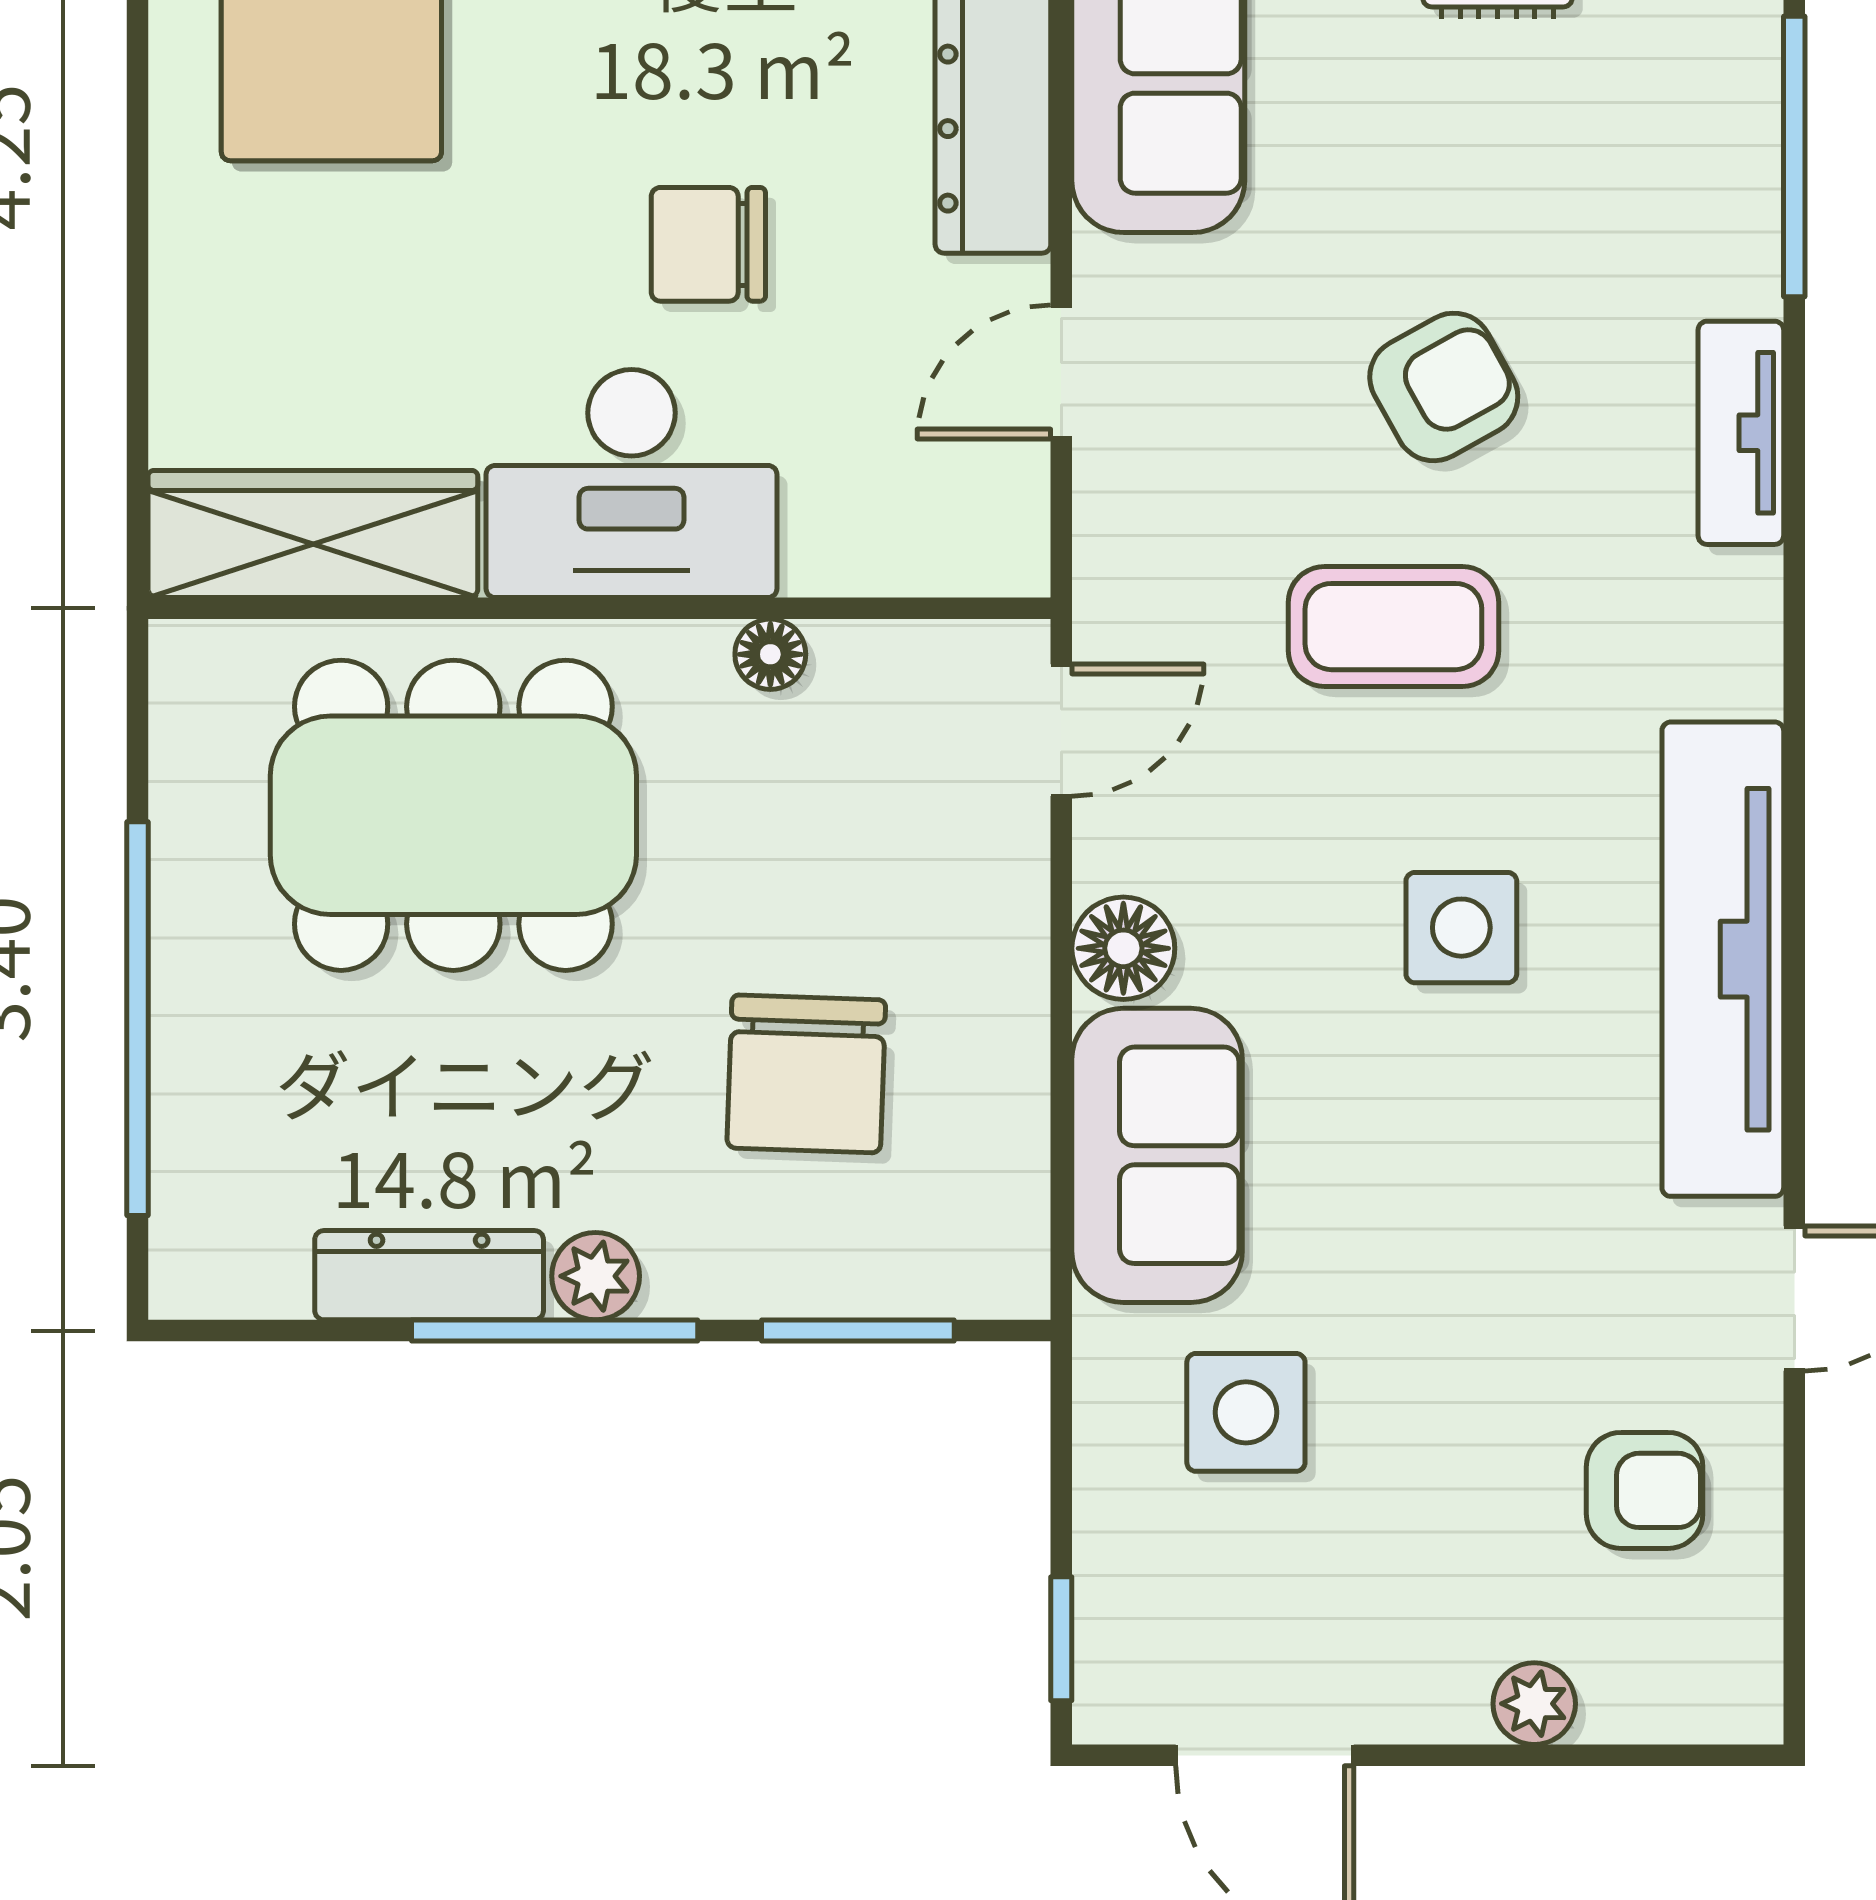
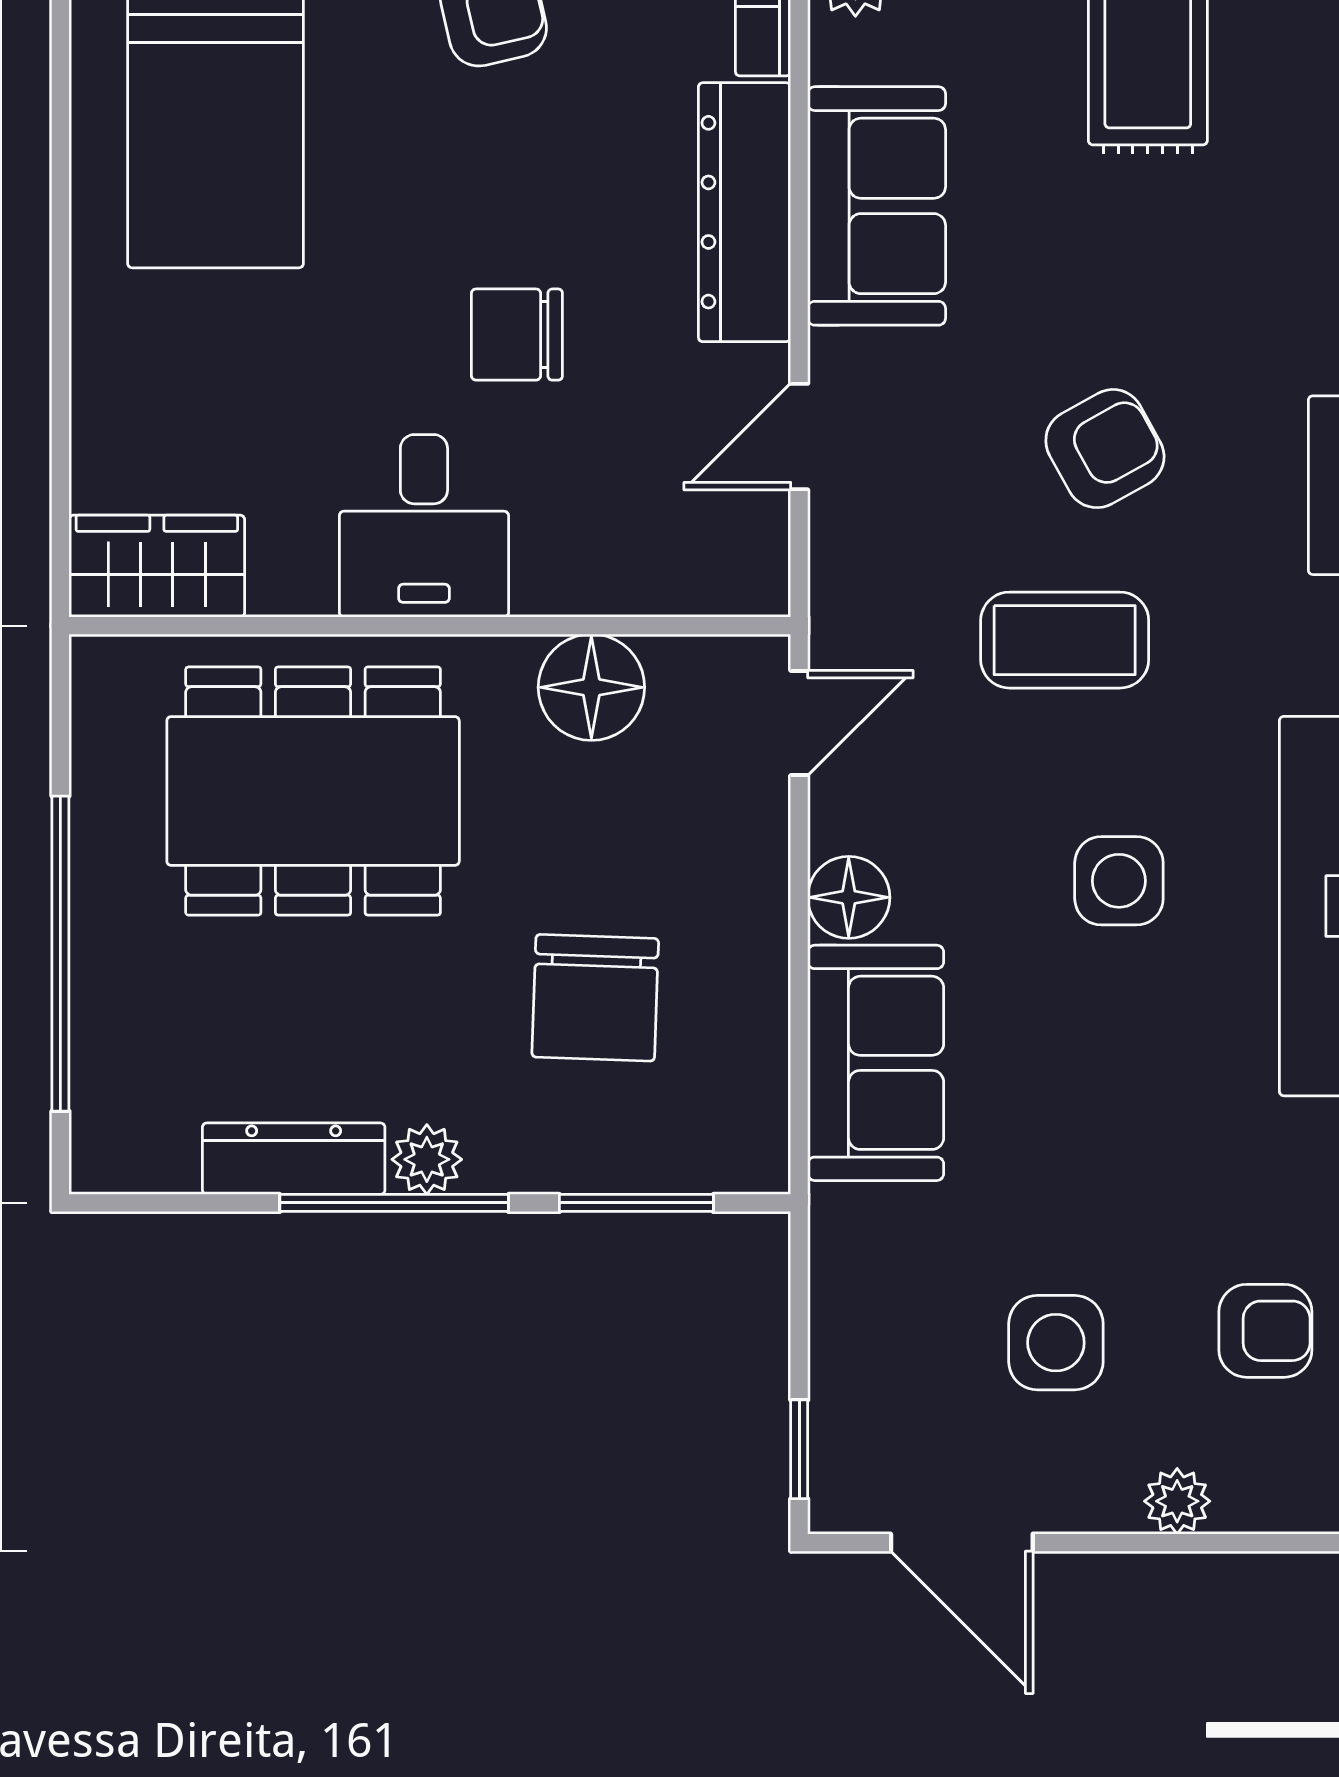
desk: (632, 484) -> (424, 526), width x0.73
wardrobe: (313, 534) -> (157, 566), width x0.67
floor lamp: (770, 654) -> (591, 687), width x1.89, depth x1.89
side table: (1246, 1412) -> (1056, 1343), moved

